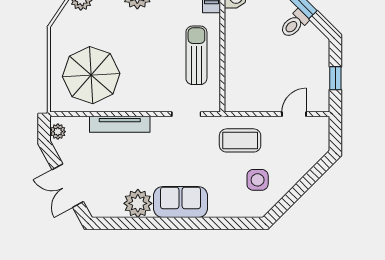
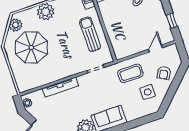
parasol: (91, 75) -> (31, 47), moved
armchair: (294, 158) -> (164, 73), added

